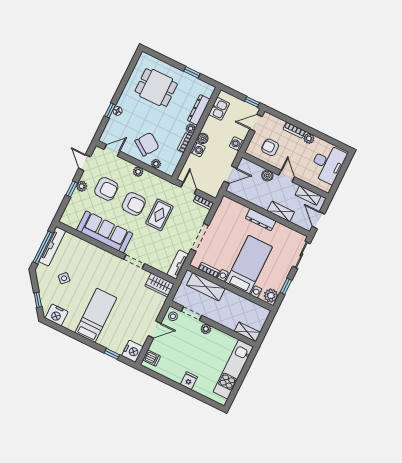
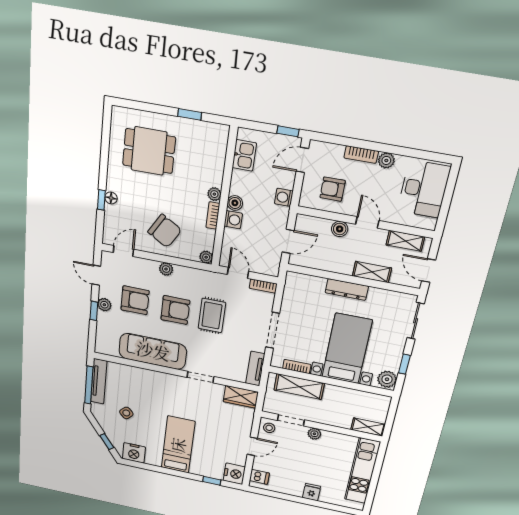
dresser: (199, 110) -> (217, 165), removed
chair: (147, 144) -> (165, 231), turned 86
plant: (156, 164) -> (206, 257), moved

